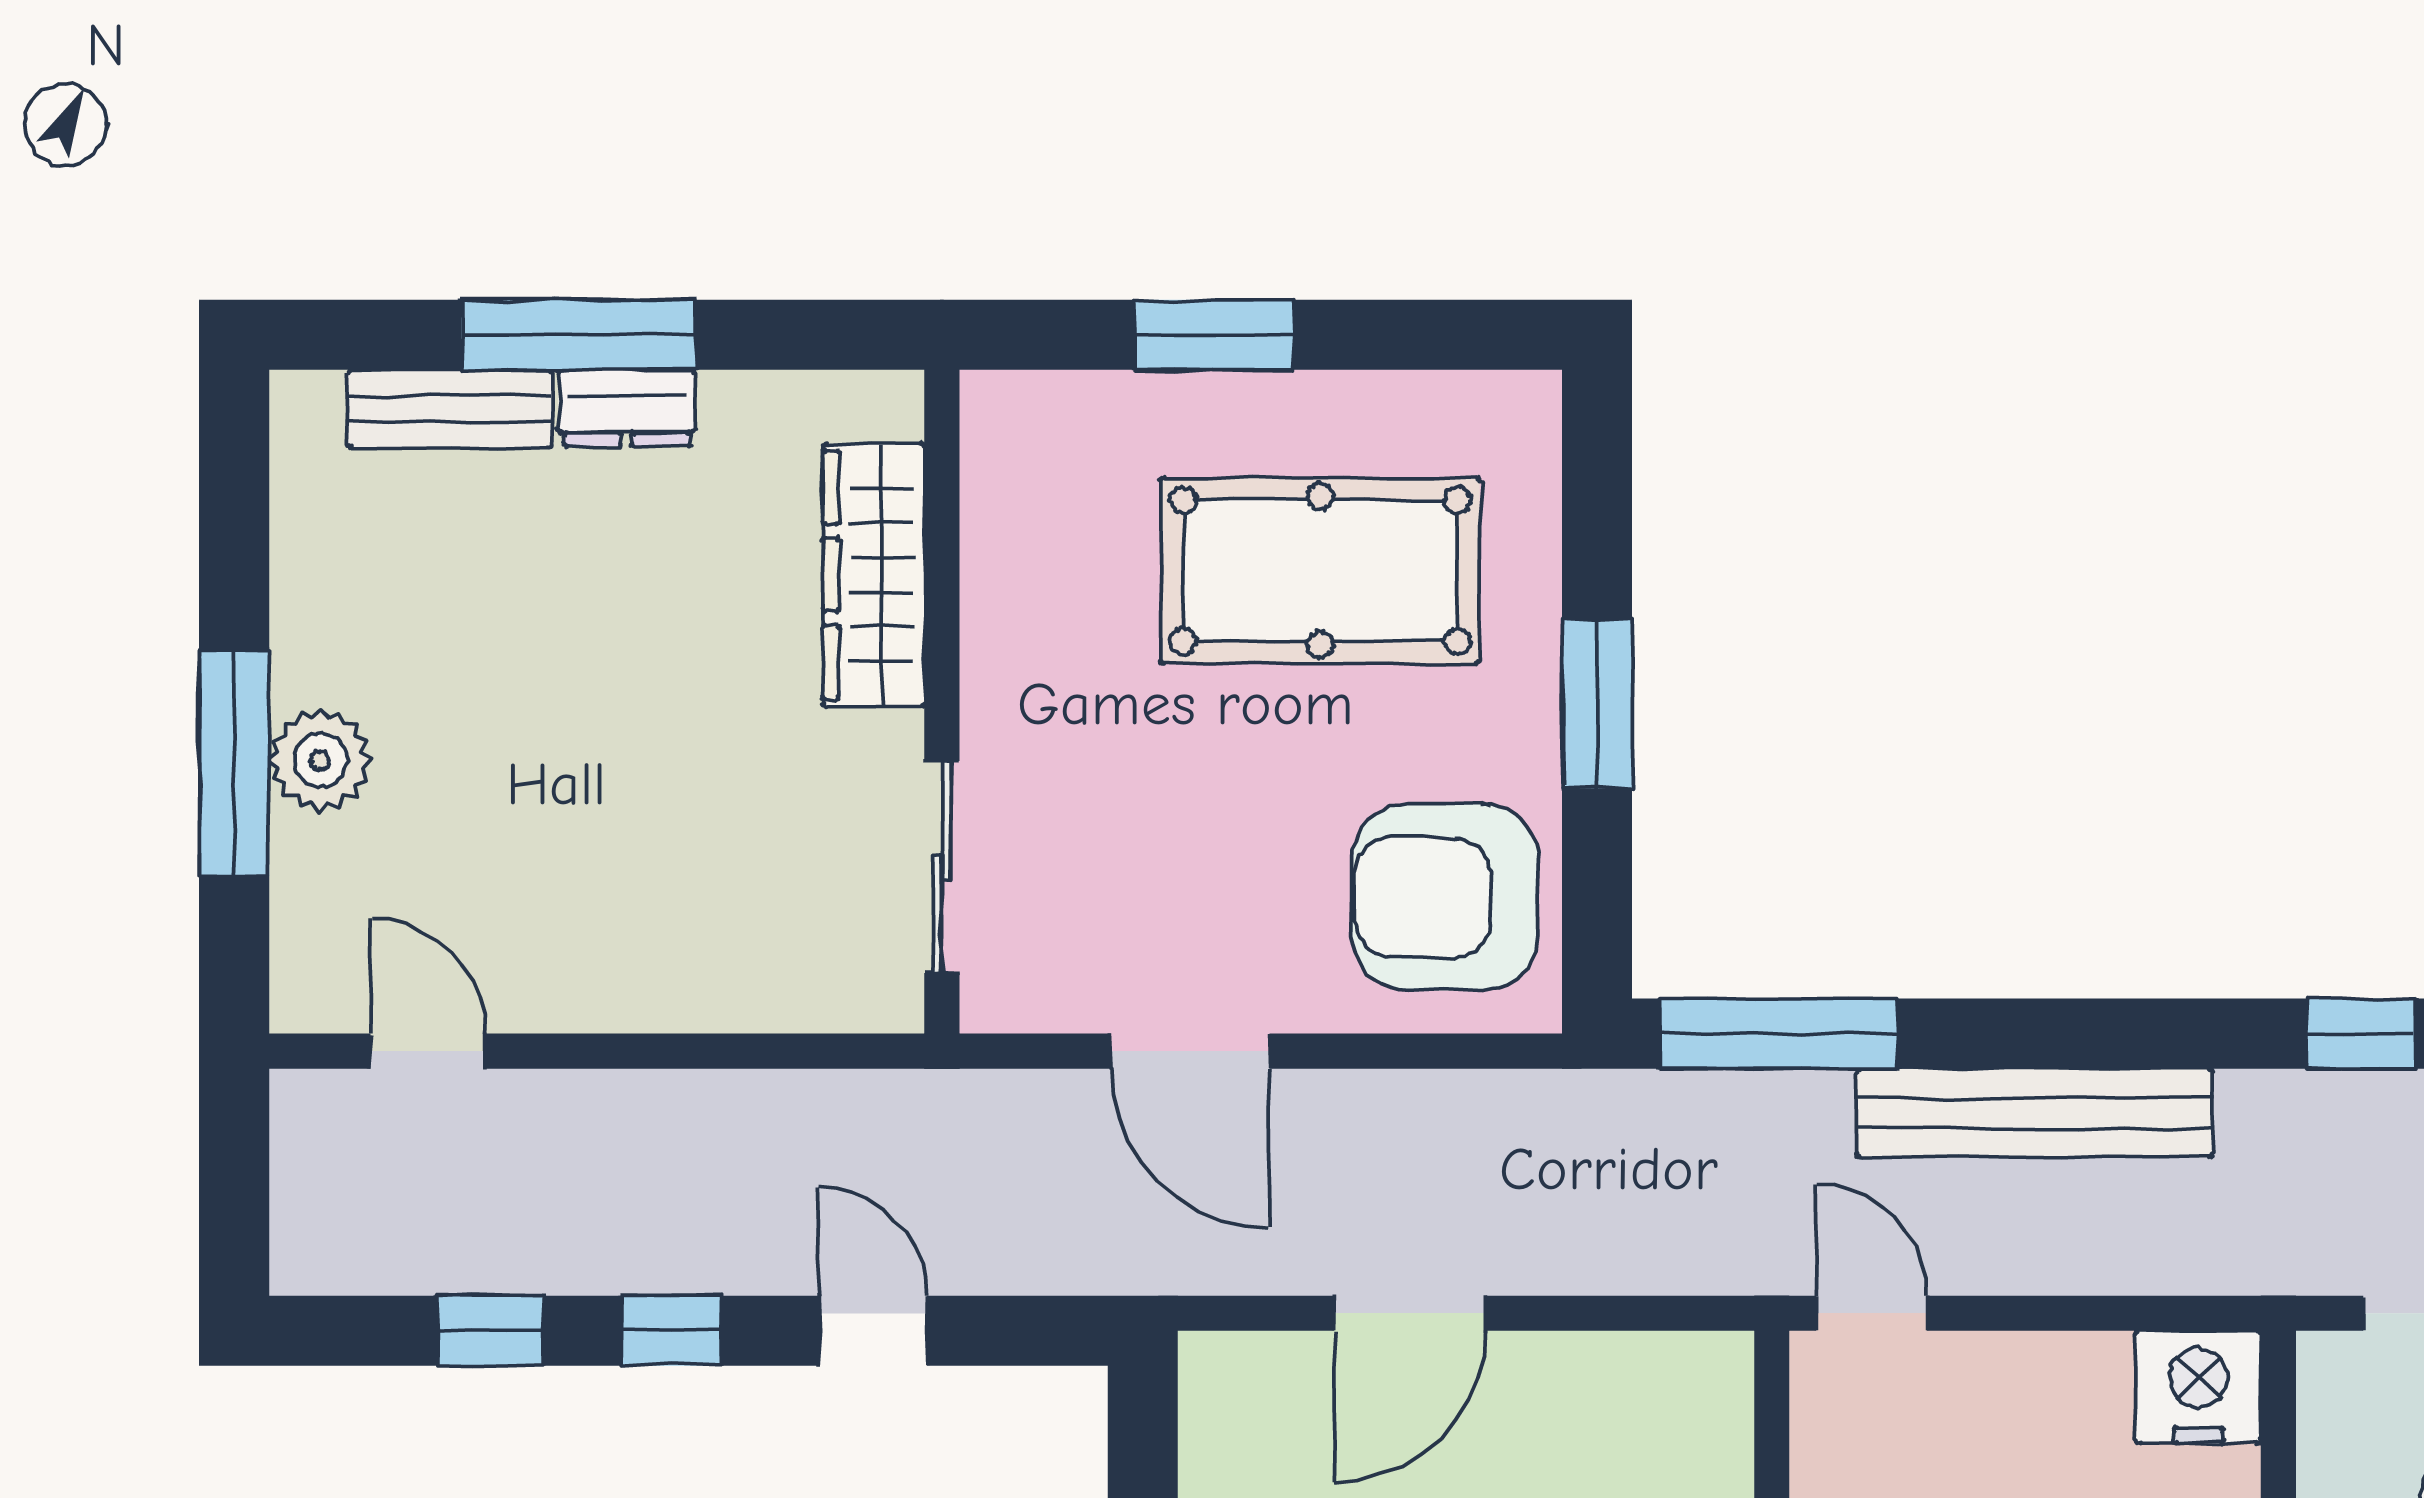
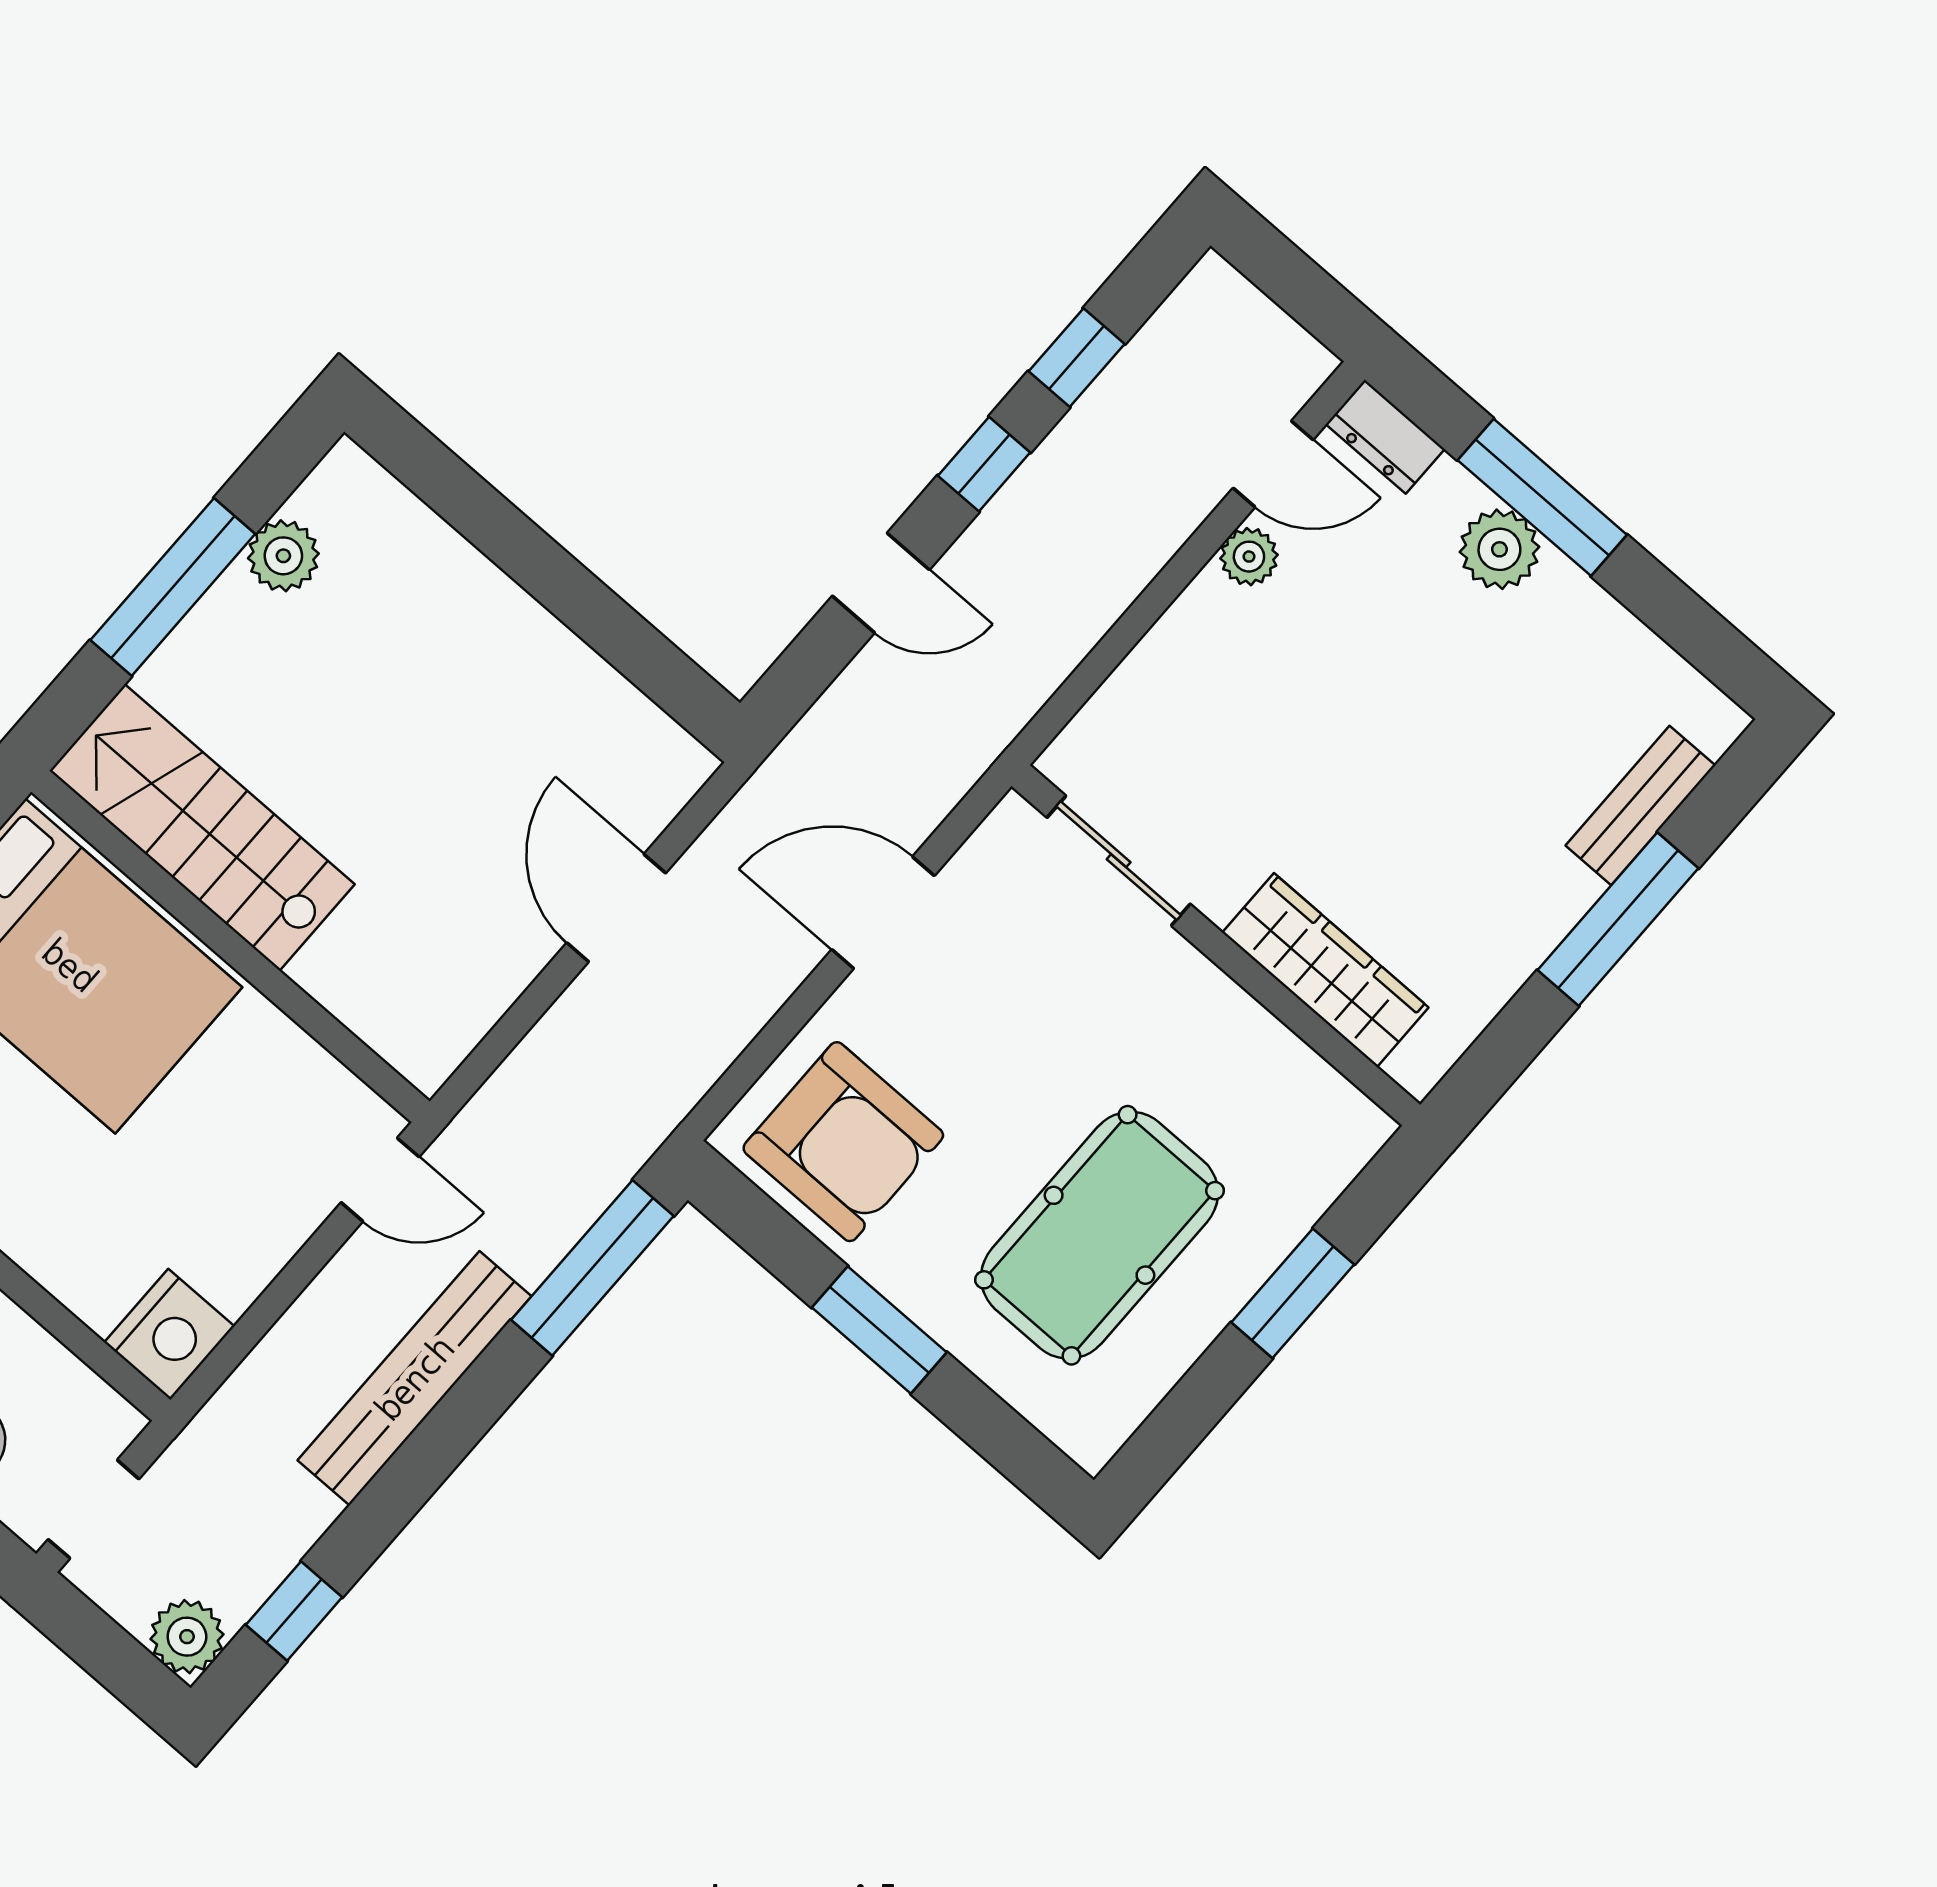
dresser: (627, 408) -> (1385, 437), moved, turned -90
armchair: (1445, 897) -> (843, 1142), turned 90
plant: (538, 997) -> (1249, 557), added

